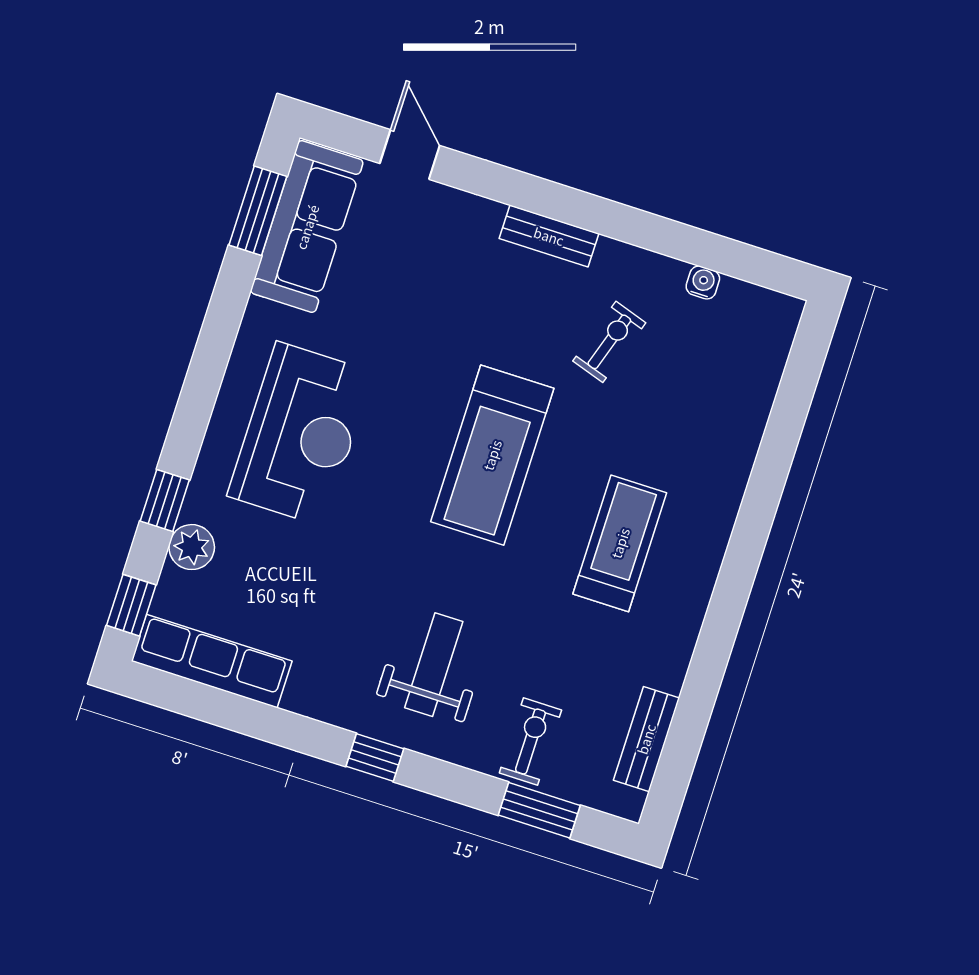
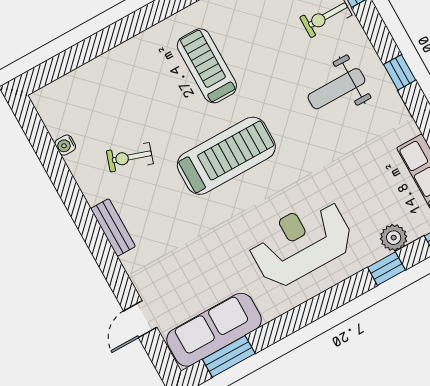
treadmill: (620, 543) -> (207, 66), turned 90

